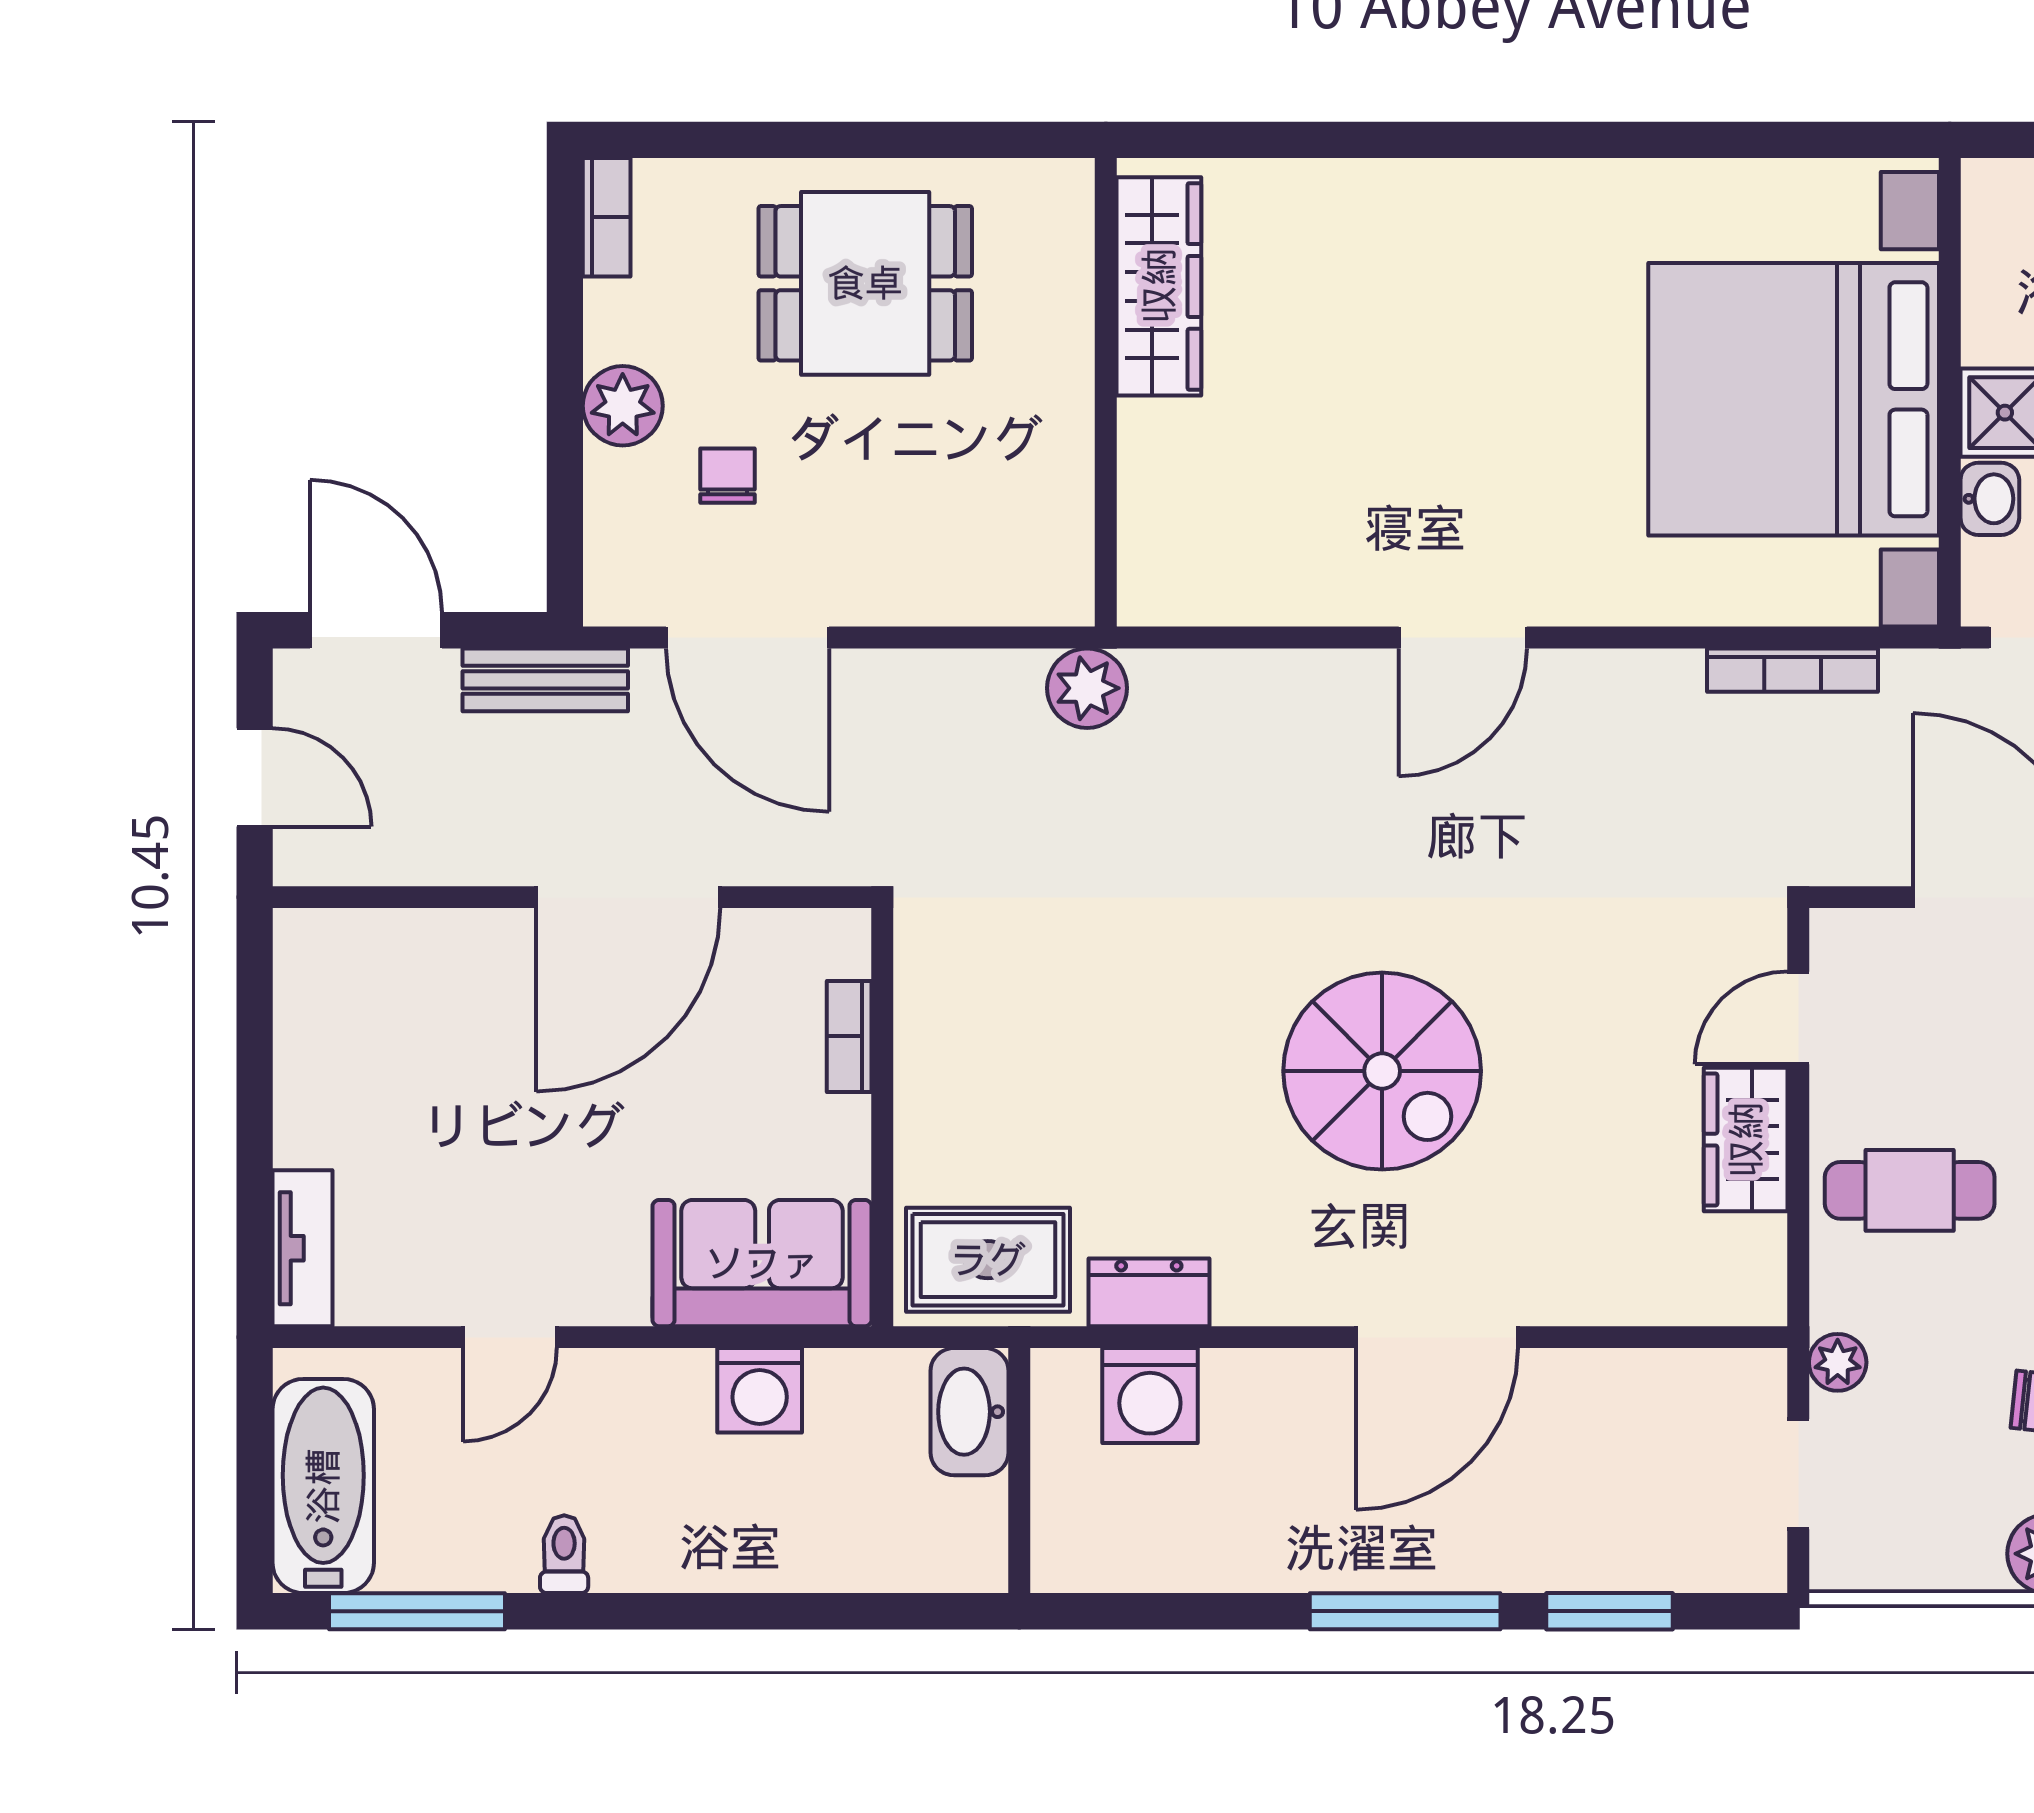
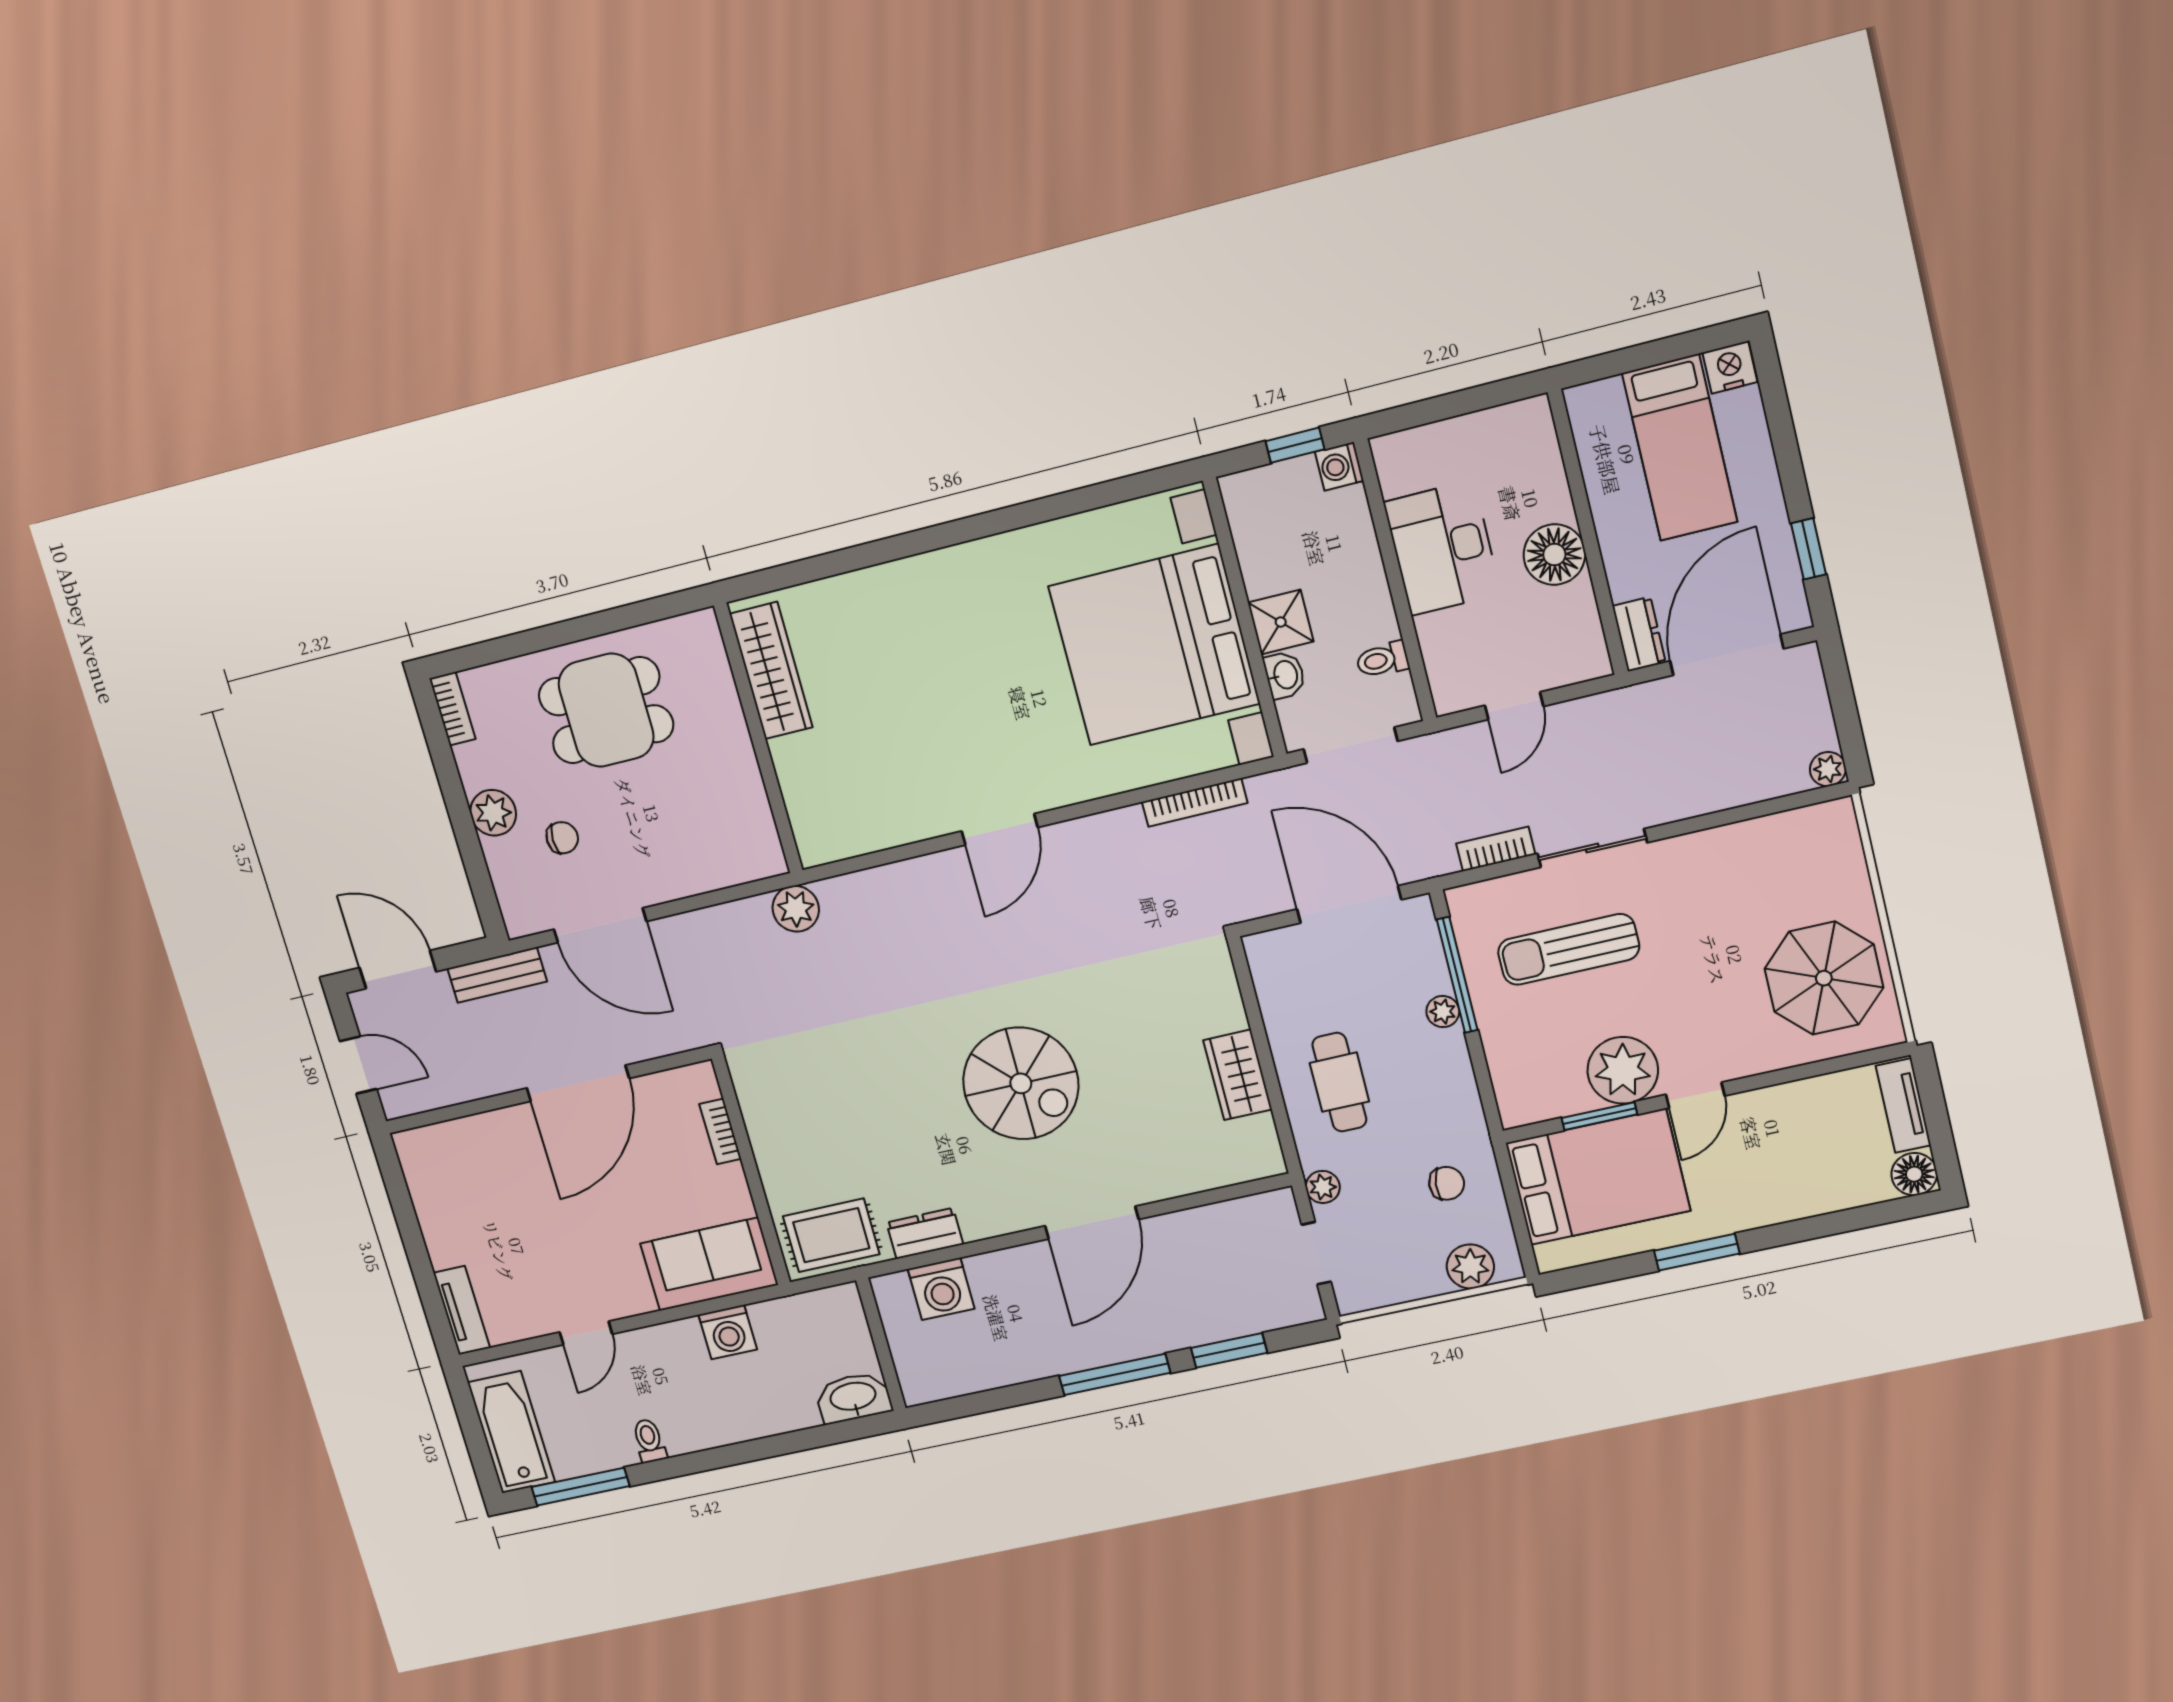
chair: (727, 476) -> (562, 838), turned 90
door: (1798, 1018) -> (1250, 1000), removed
cafe table: (1910, 1190) -> (1339, 1082), turned 90
washbasin: (970, 1412) -> (853, 1397), moved, turned 90

